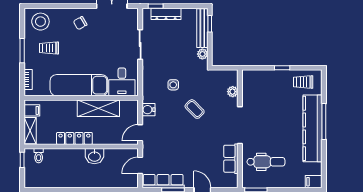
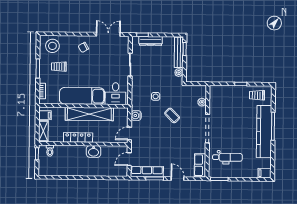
shelving: (98, 108) -> (89, 114), width x1.47
row of seats: (231, 159) -> (200, 165), moved

